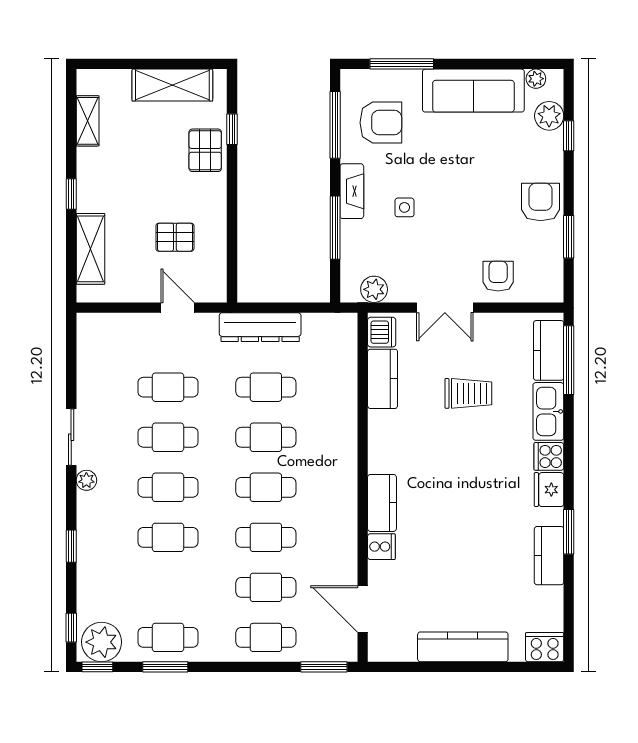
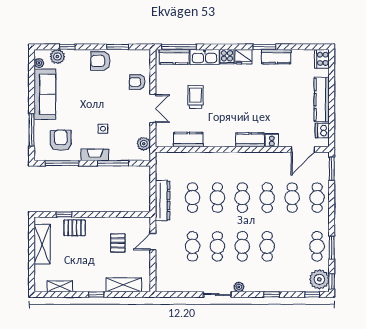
dishwasher: (382, 332) -> (322, 130), moved, turned -90

